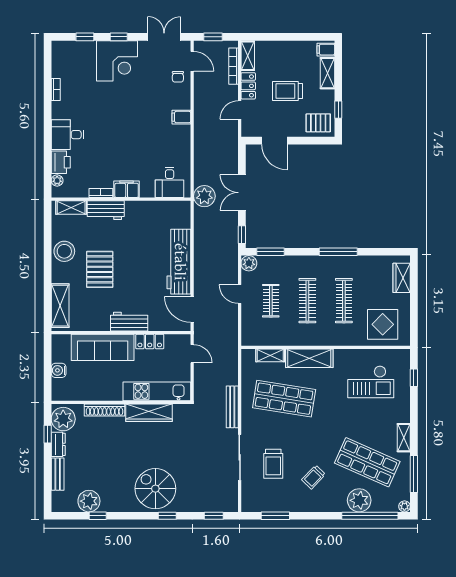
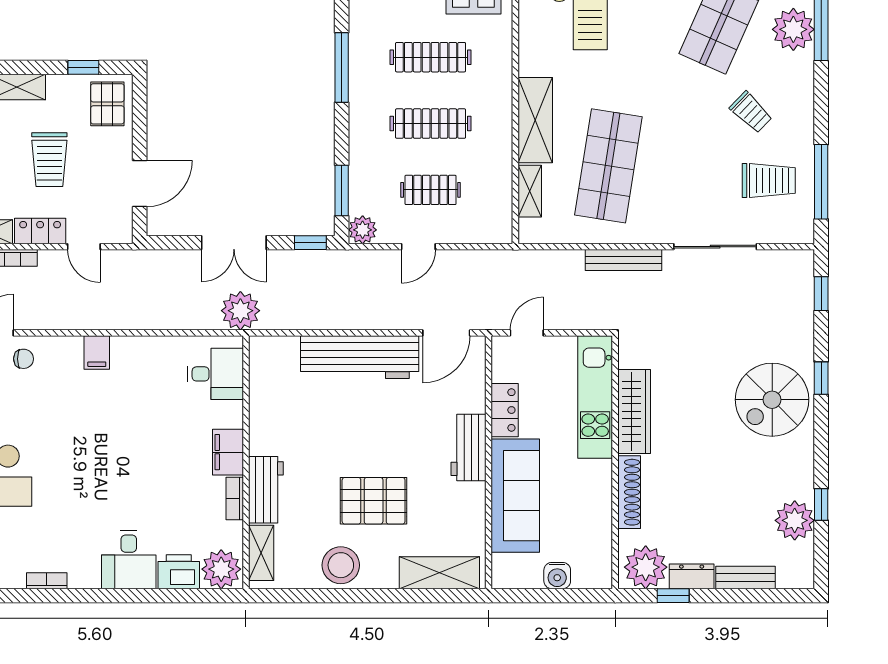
plant: (57, 180) -> (221, 569), width x1.88, depth x1.88
trolley: (273, 464) -> (769, 180), moved
window: (275, 516) -> (821, 182), width x1.44

